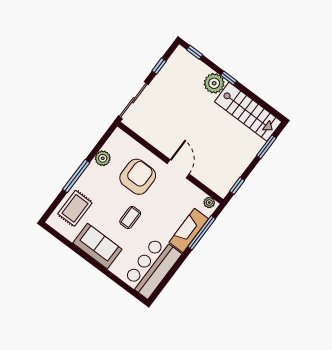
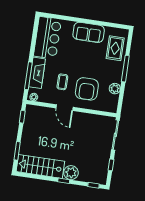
coffee table: (130, 217) -> (62, 82), moved

